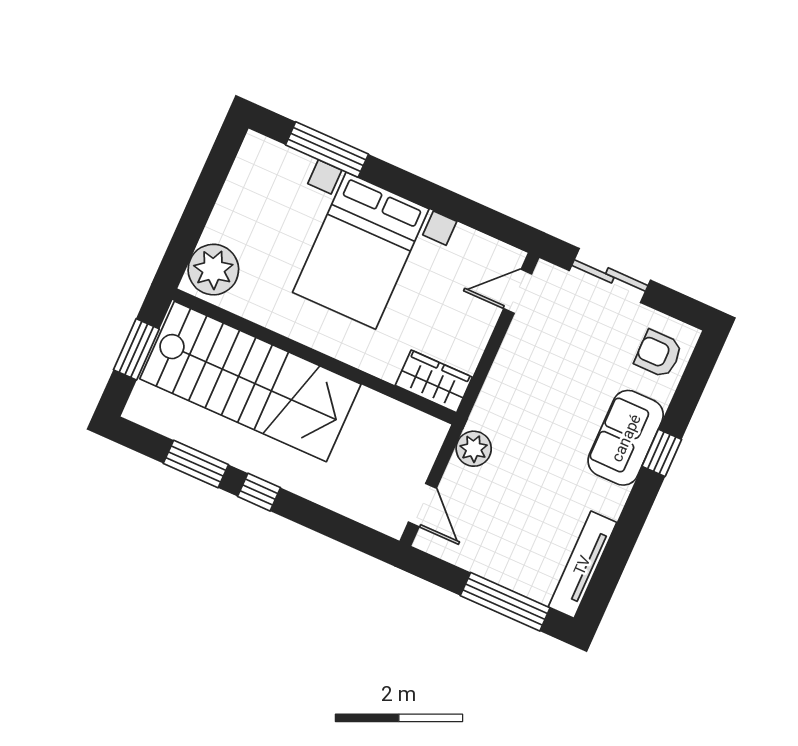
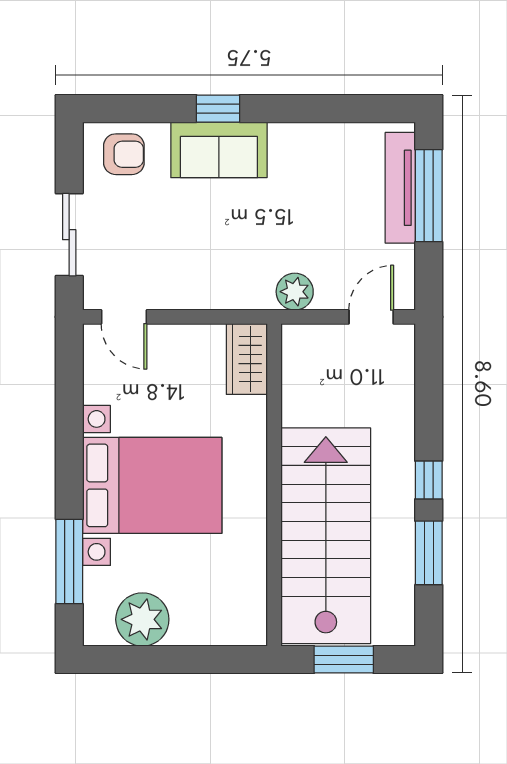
plant: (213, 270) -> (142, 619), moved
armchair: (658, 354) -> (124, 154), turned -90
tv unit: (582, 565) -> (400, 188), moved, turned 90

